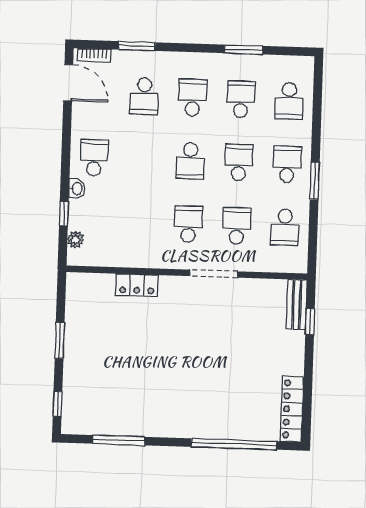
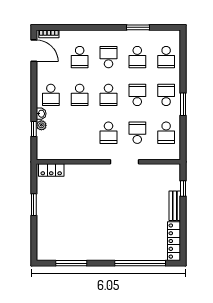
window: (137, 46) -> (74, 27), removed
school desk: (241, 99) -> (137, 57), turned 180
school desk: (94, 158) -> (51, 95), turned 180
school desk: (142, 159) -> (80, 95), added
school desk: (188, 224) -> (108, 133), turned 180
plant: (75, 240) -> (41, 125), moved
locker: (137, 285) -> (51, 170), moved
bench: (297, 305) -> (175, 206), moved
window: (58, 404) -> (34, 243), removed

